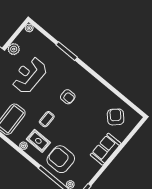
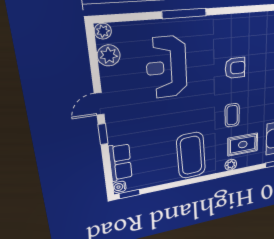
plant: (14, 49) -> (109, 55), moved
reception desk: (29, 75) -> (167, 67), moved

